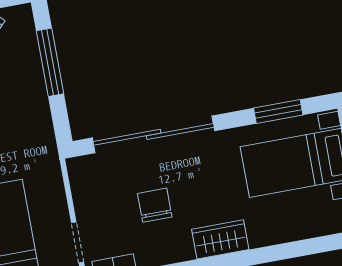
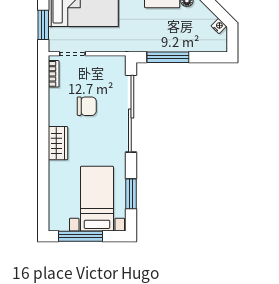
window: (50, 62) -> (168, 57), moved

